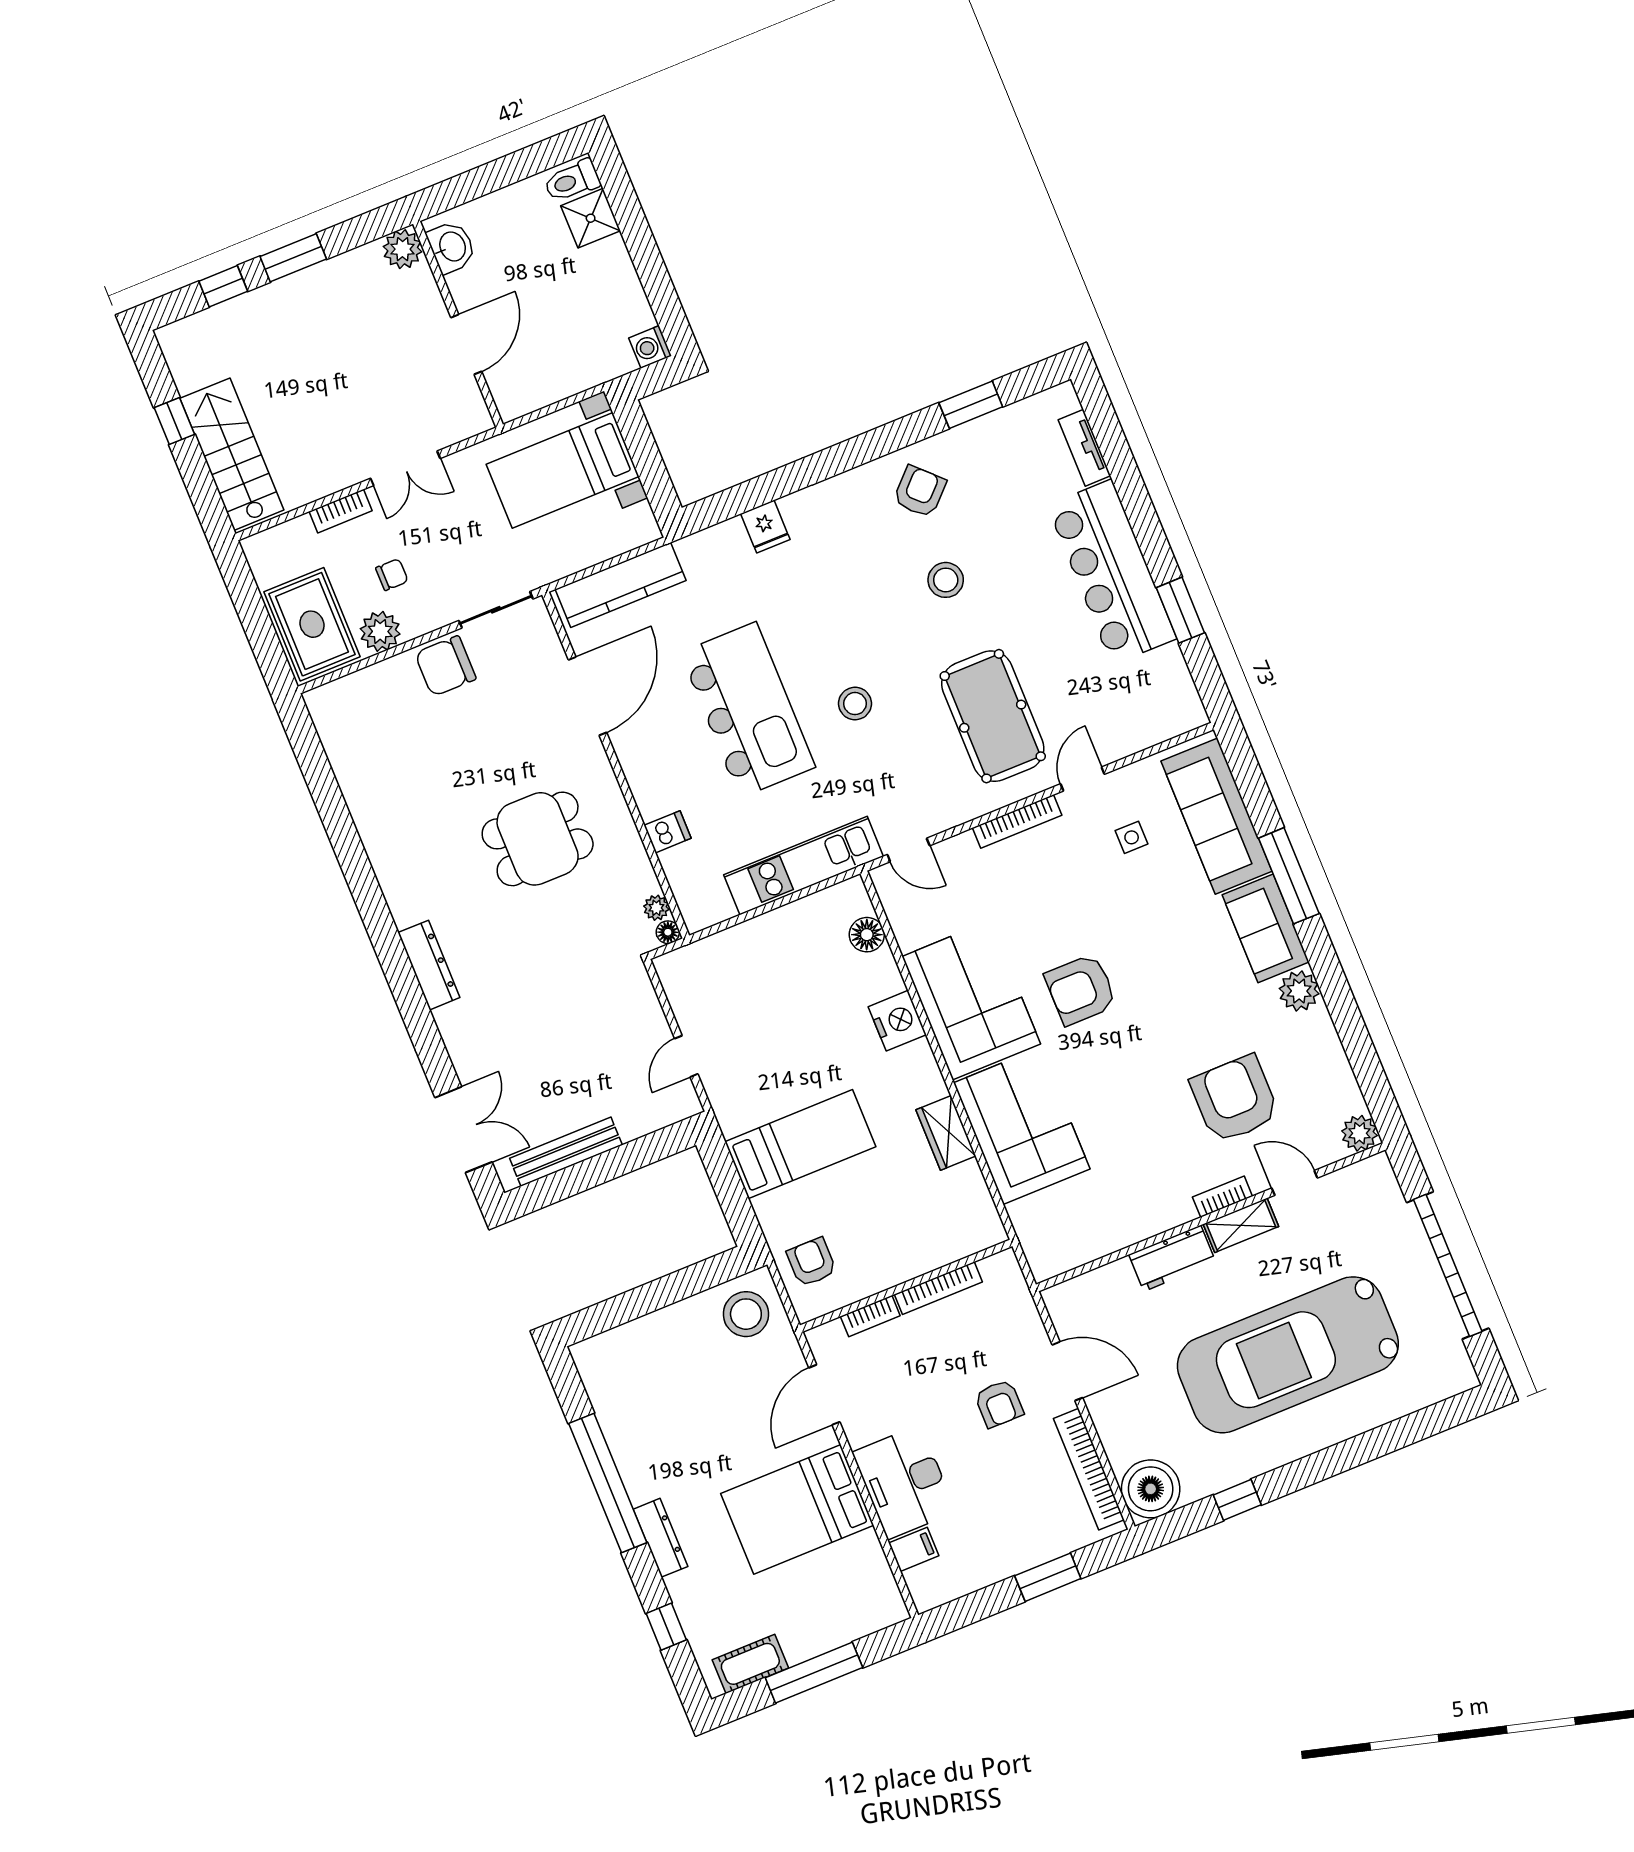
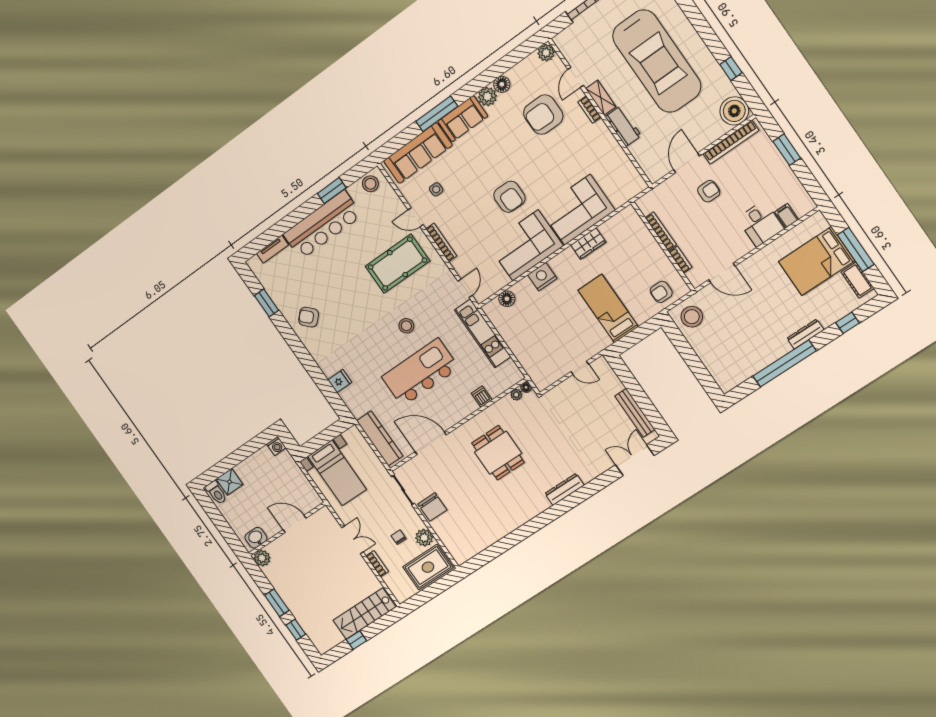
stool: (946, 580) -> (370, 184), moved
floor lamp: (1317, 1027) -> (502, 84), added
desk: (904, 1482) -> (761, 224), width x0.73
bed: (797, 1509) -> (817, 261), moved, turned 90

